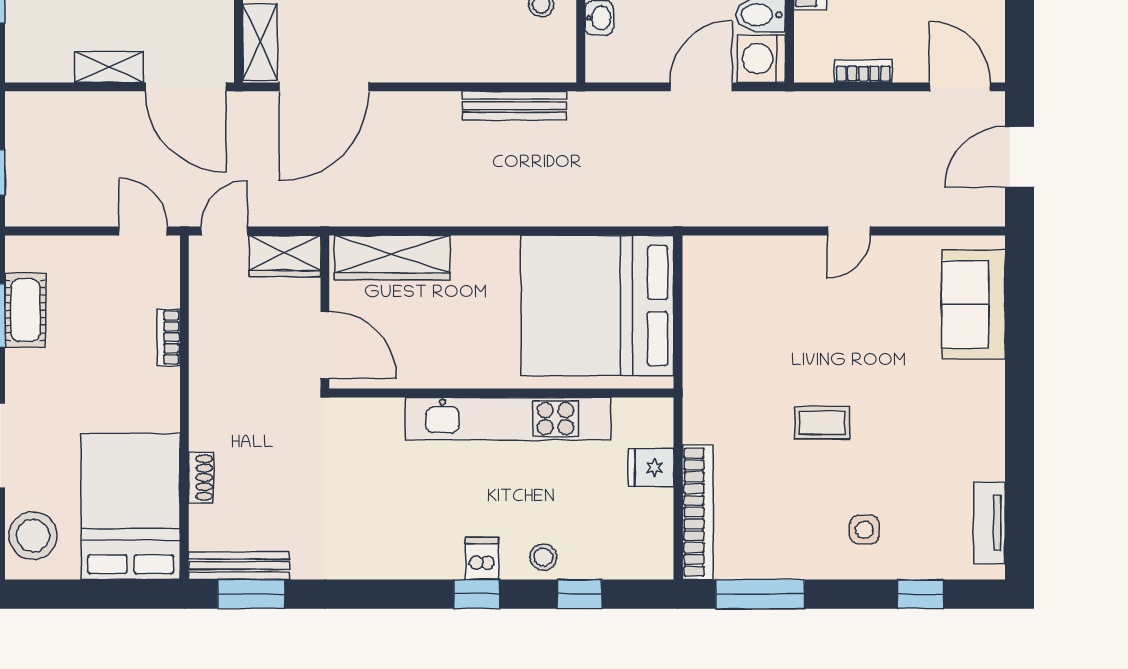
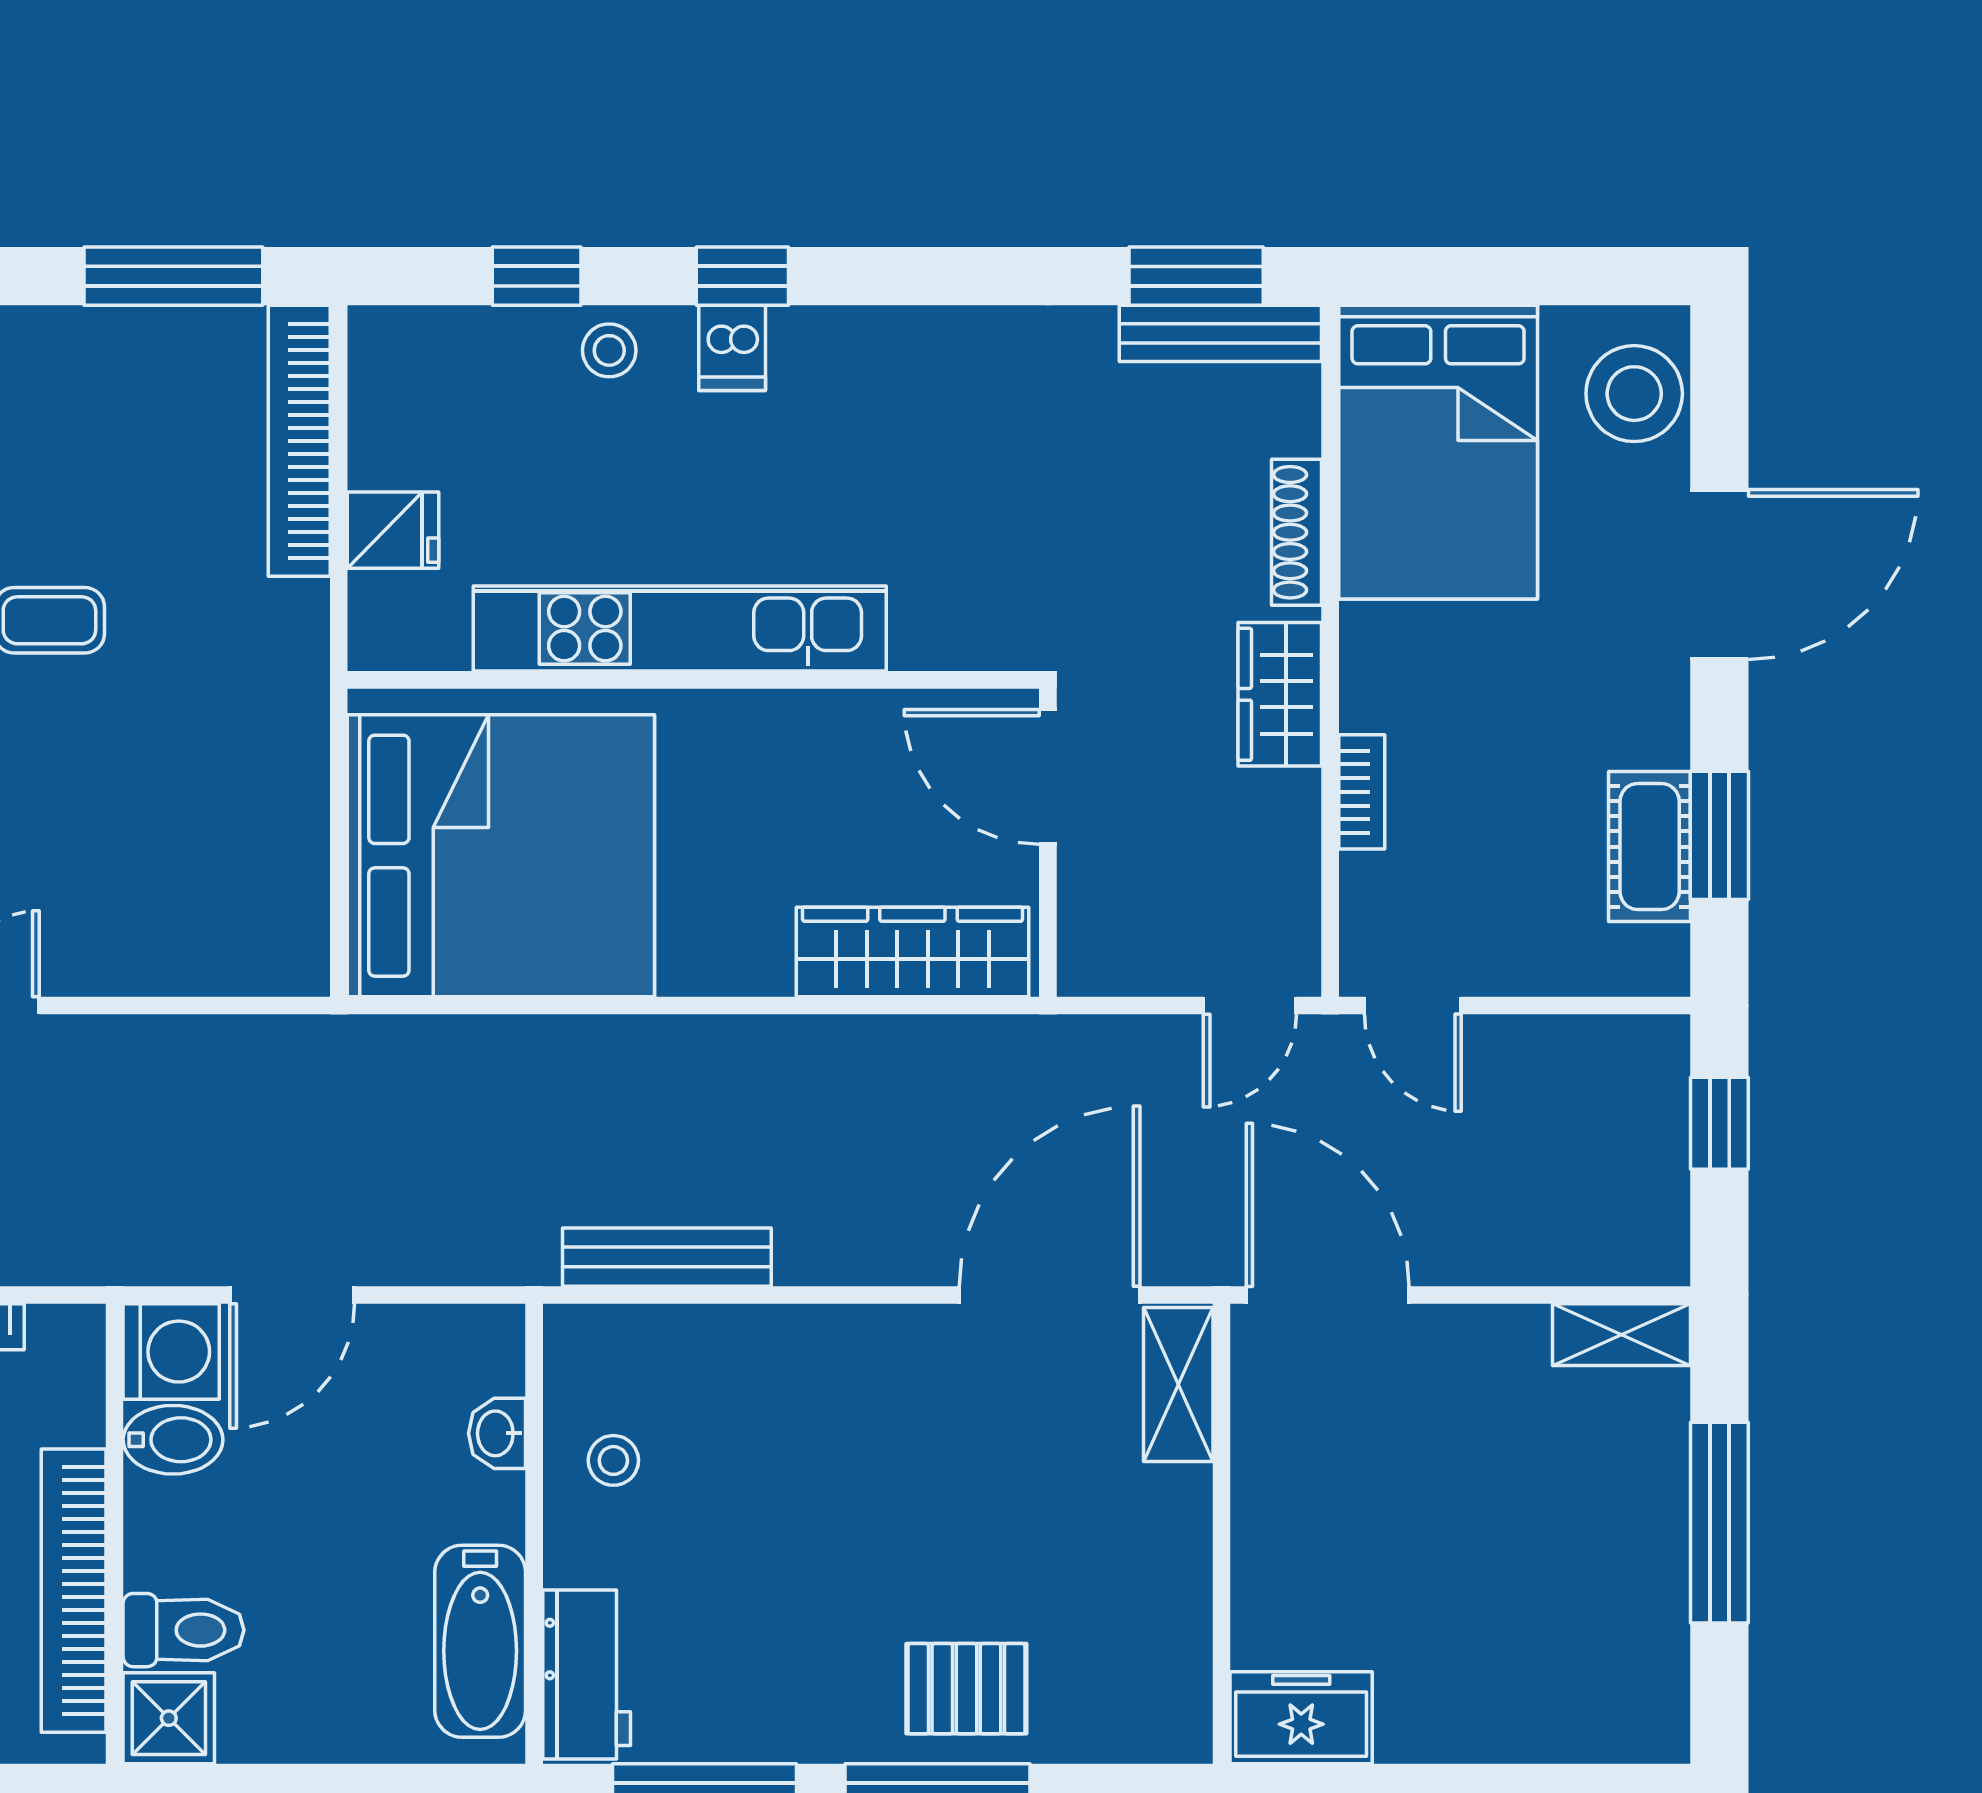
shelving: (109, 67) -> (1621, 1335), moved
wardrobe: (285, 256) -> (1280, 694), moved, turned -90
shoe rack: (201, 478) -> (1297, 532), width x1.43

